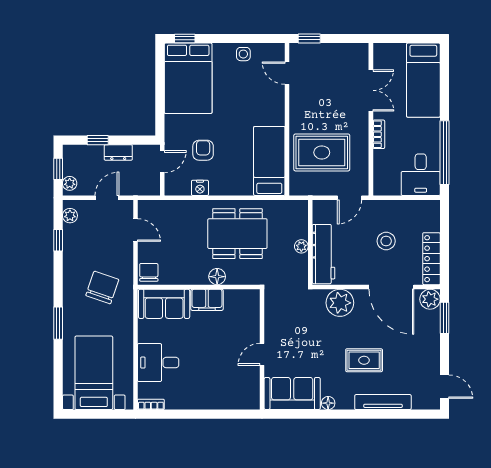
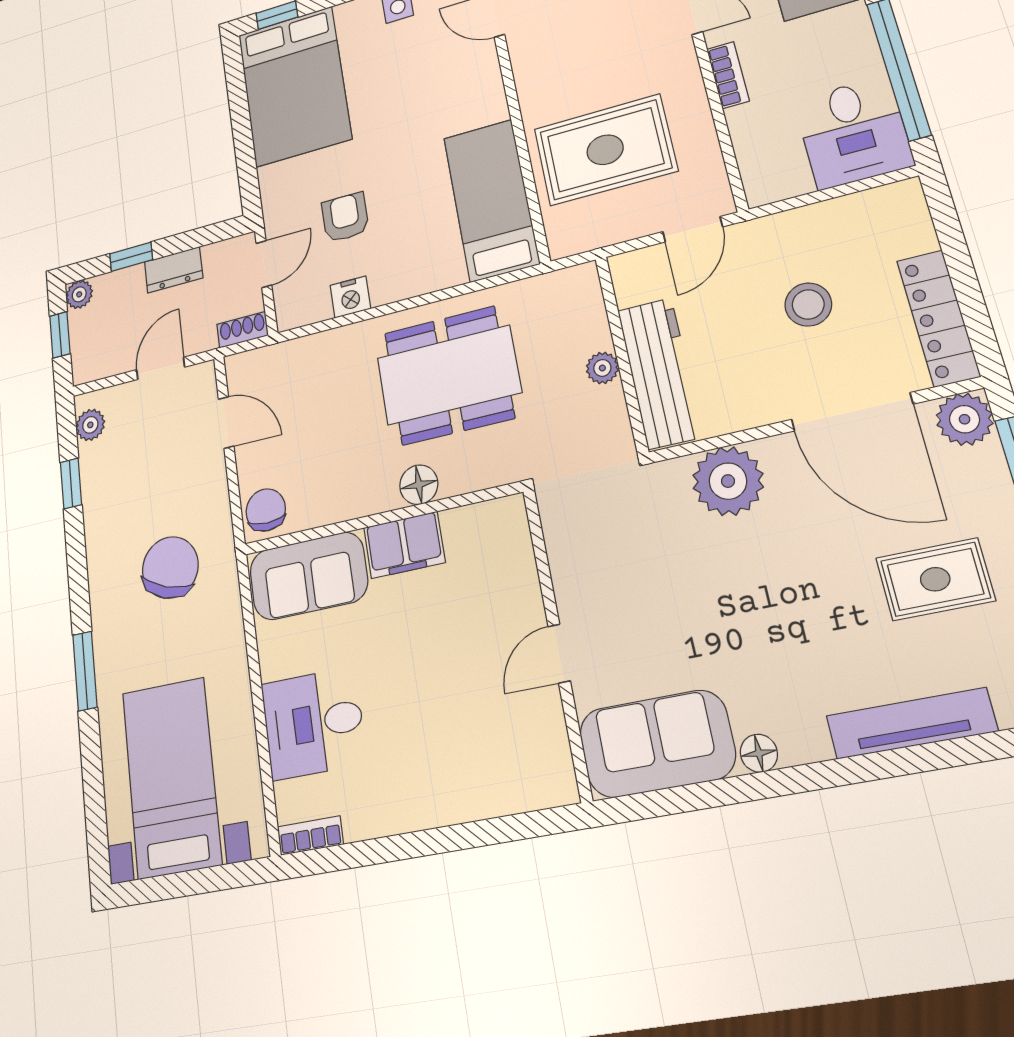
plant: (70, 183) -> (79, 294), moved
shoe rack: (148, 190) -> (242, 330), added
rug: (364, 360) -> (935, 579), moved

